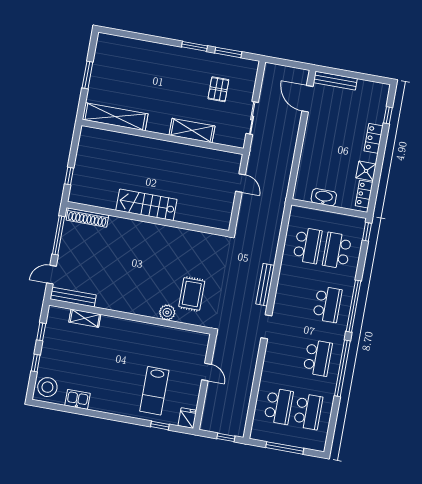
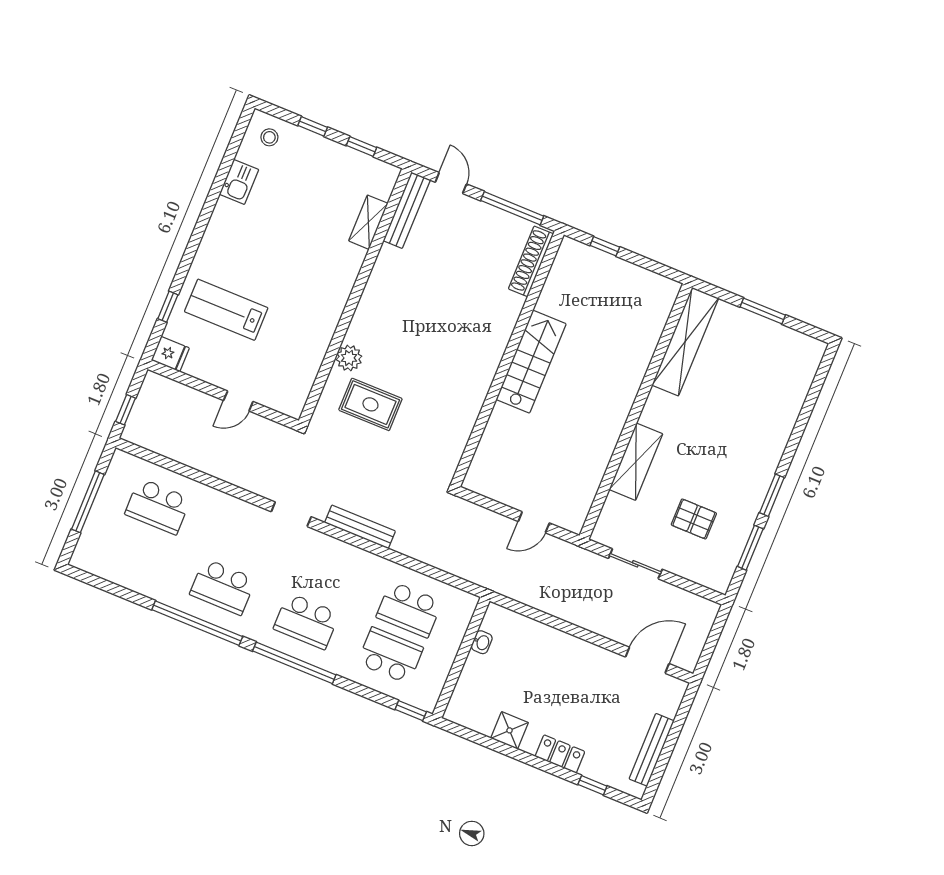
bench: (335, 81) -> (652, 750), moved
locker: (364, 194) -> (473, 719), removed
washbasin: (324, 197) -> (482, 642), width x0.52, depth x0.69
stool: (47, 387) -> (269, 137), width x0.53, depth x0.53
school desk: (308, 411) -> (139, 552), removed

